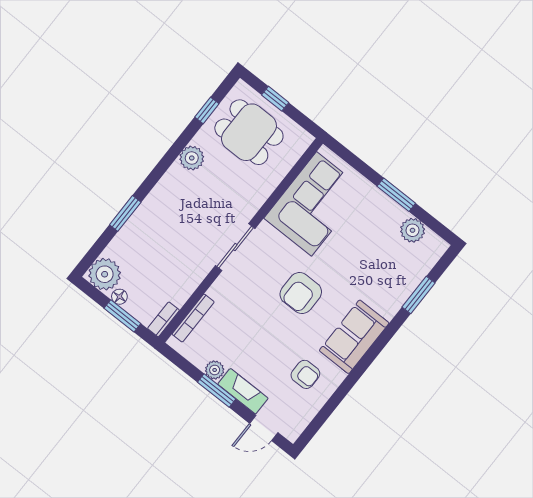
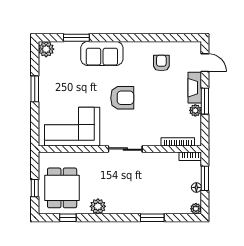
plant: (413, 230) -> (46, 49), moved
plant: (105, 274) -> (196, 209), width x0.53, depth x0.53
sofa: (354, 337) -> (102, 53), moved

